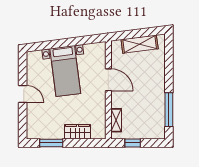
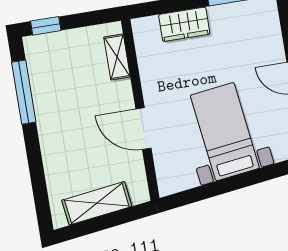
window: (133, 143) -> (46, 26), moved

